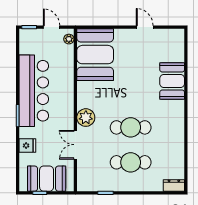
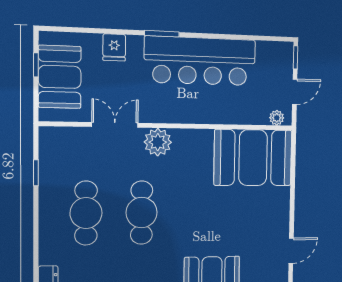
door: (145, 27) -> (291, 251), moved

